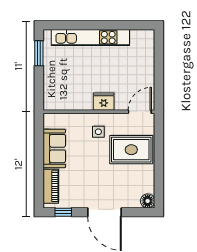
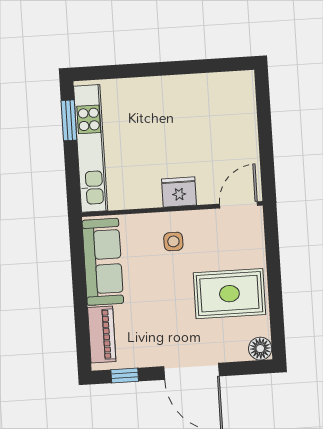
kitchen unit: (90, 37) -> (91, 148), moved, turned -90
sofa: (54, 149) -> (103, 262), width x1.36
rug: (131, 150) -> (229, 294), moved

